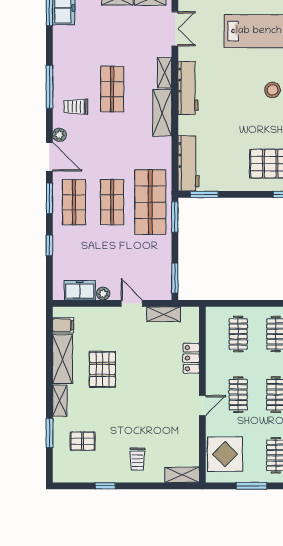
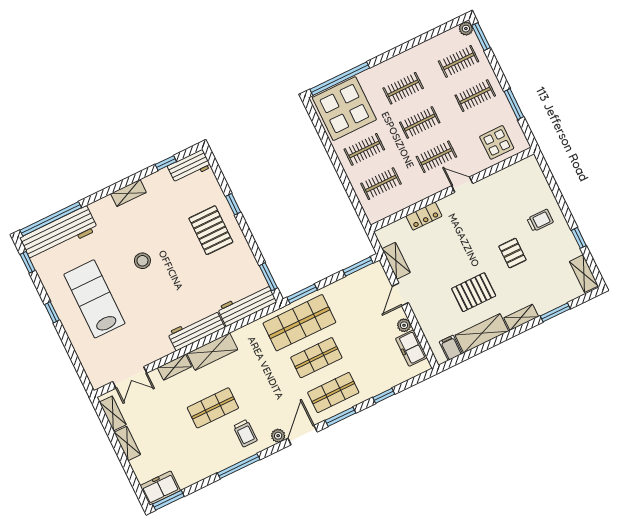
double door: (175, 29) -> (130, 377), swing flipped
workbench: (188, 88) -> (196, 330), moved
pallet: (83, 441) -> (512, 253), moved
display table: (225, 454) -> (497, 142), width x0.73, depth x0.73
shelving: (182, 475) -> (584, 274), moved

